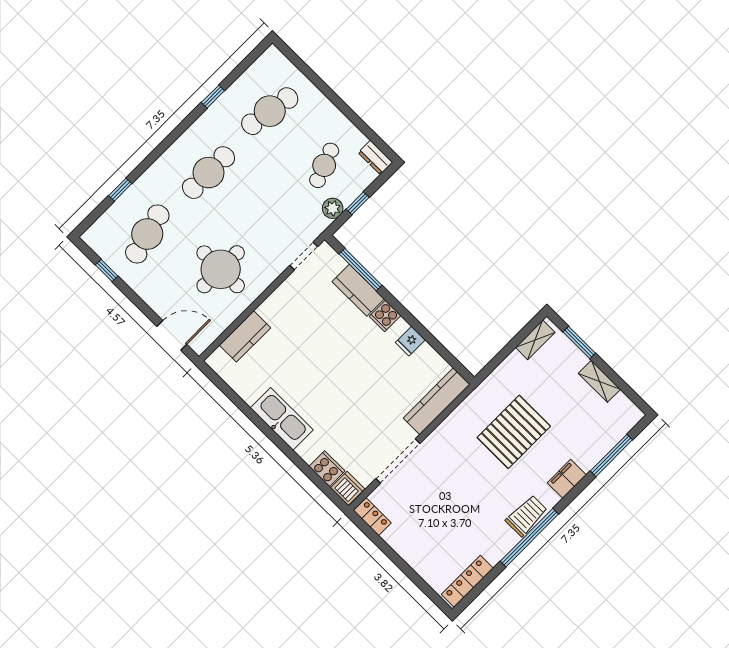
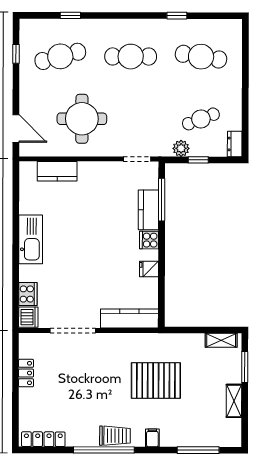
filing cabinet: (567, 479) -> (152, 438), width x0.50
locker: (372, 517) -> (26, 373), moved

